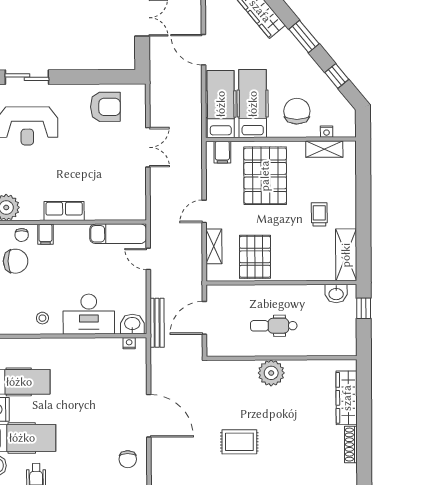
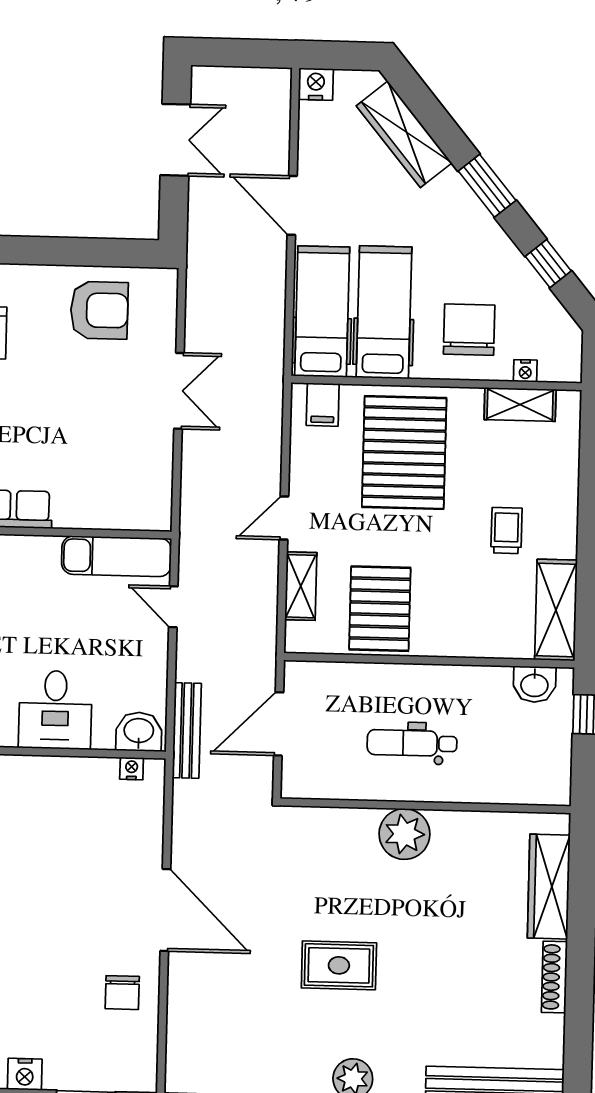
desk: (89, 314) -> (55, 710), width x0.73

